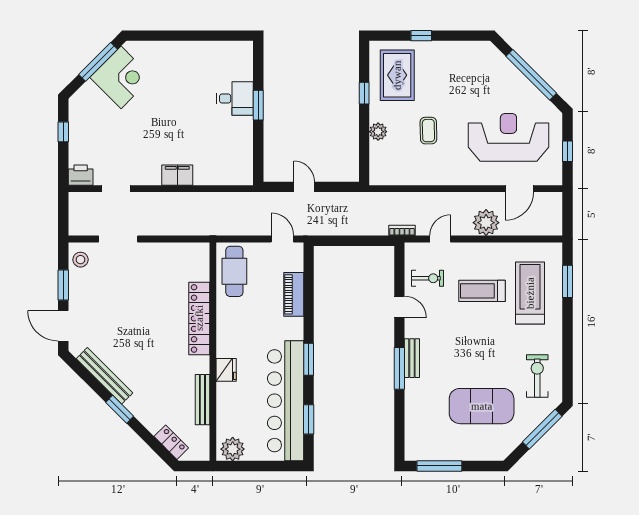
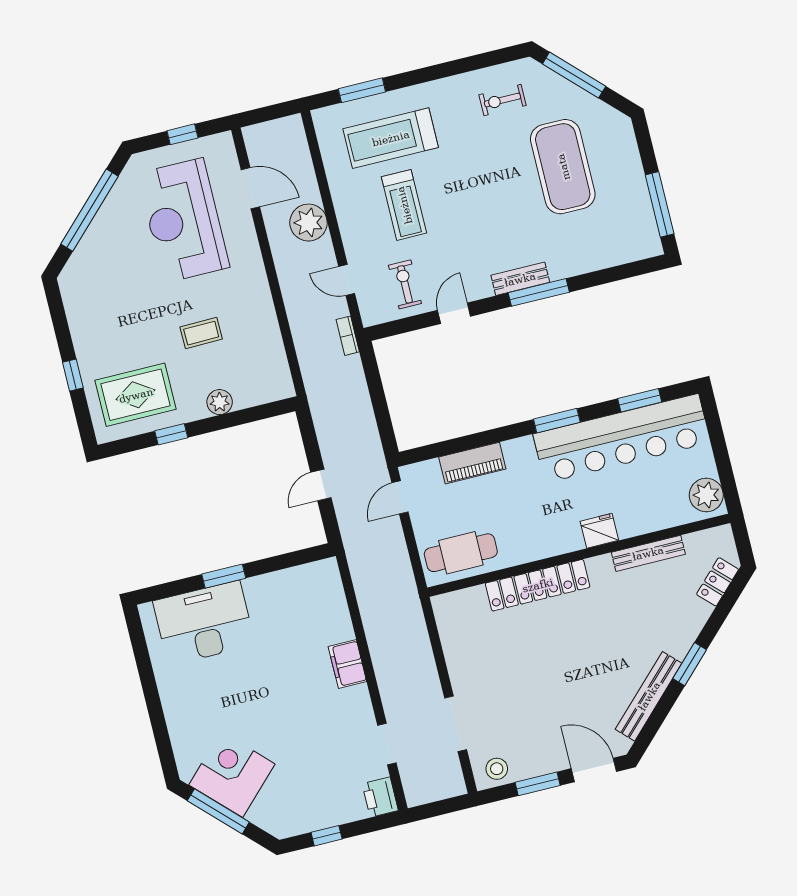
desk: (235, 98) -> (204, 623), width x1.87, depth x1.30
door: (63, 326) -> (594, 770), swing flipped
exercise bike: (537, 376) -> (502, 100), width x0.73, depth x0.72

